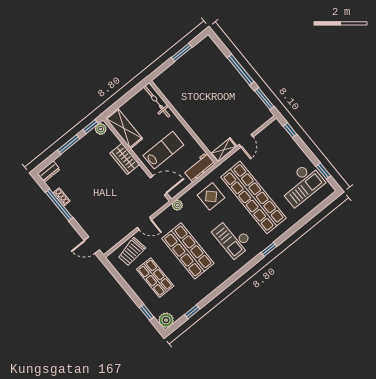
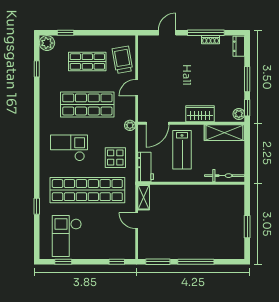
door: (92, 245) -> (167, 33), moved
window: (269, 249) -> (37, 206), moved

